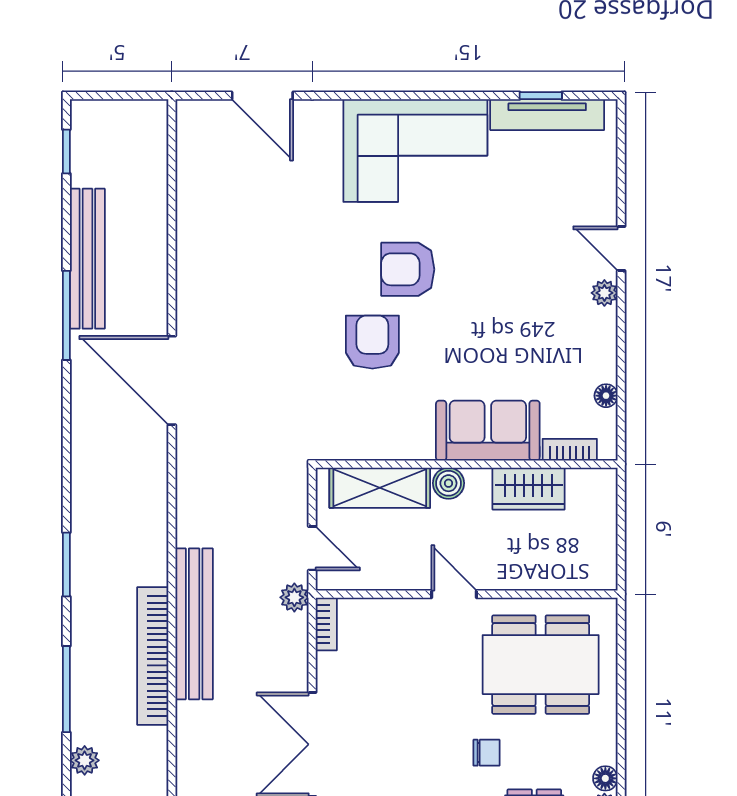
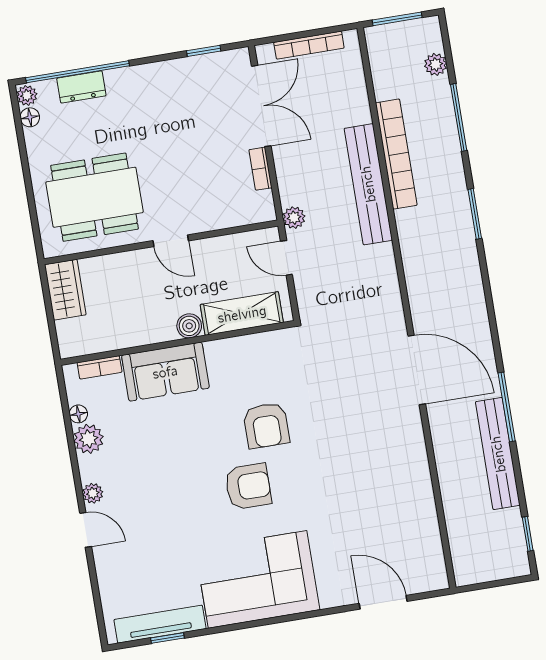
plant: (598, 362) -> (89, 439), added
wardrobe: (529, 489) -> (65, 290), moved, turned 90
bookcase: (326, 624) -> (260, 169), moved
chair: (486, 753) -> (125, 122), removed

